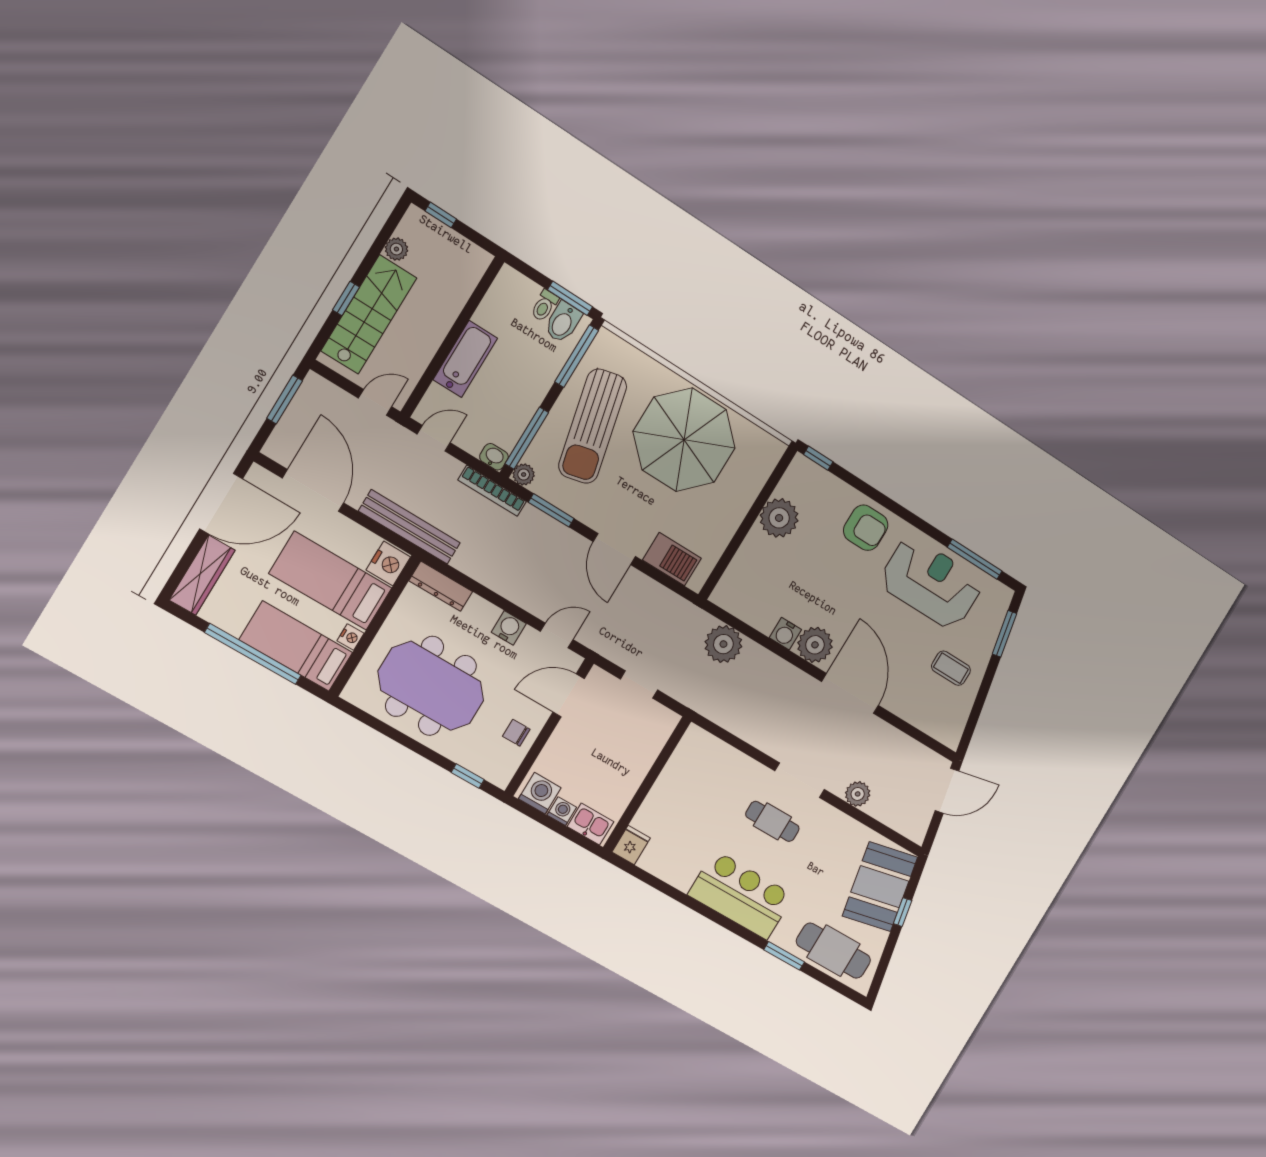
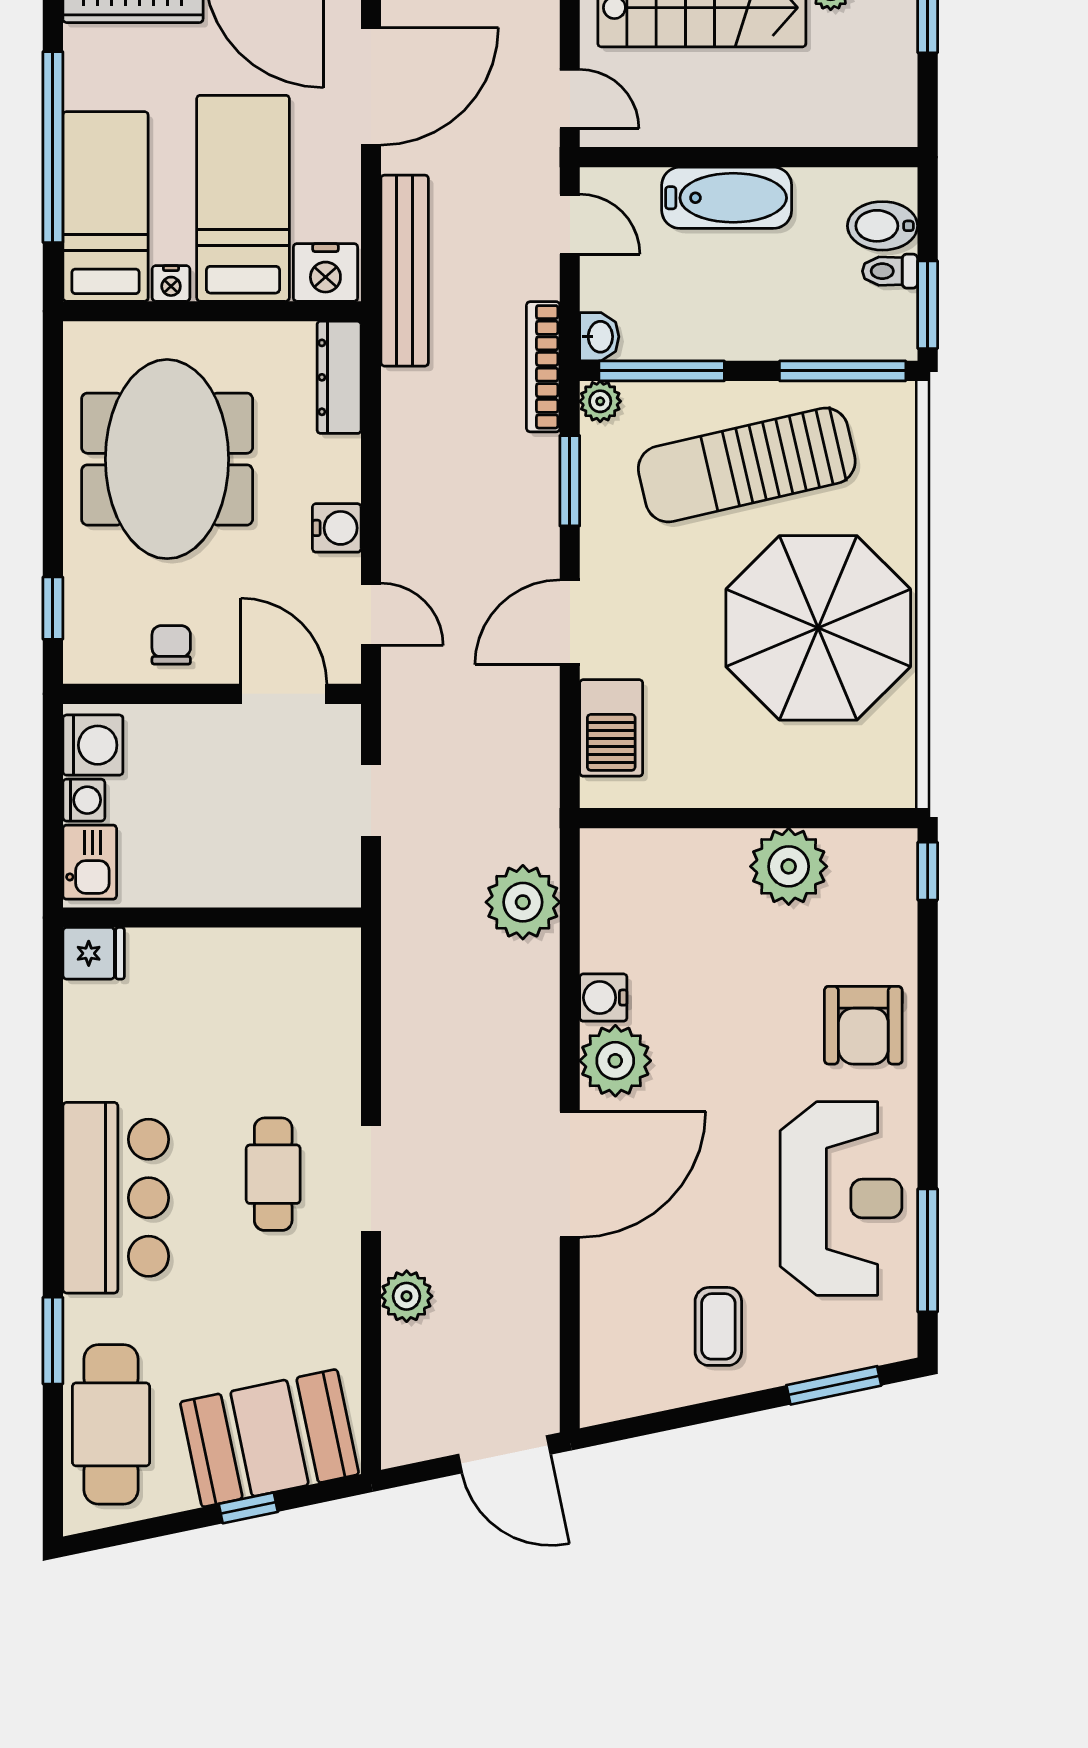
bidet: (563, 322) -> (882, 226), moved

